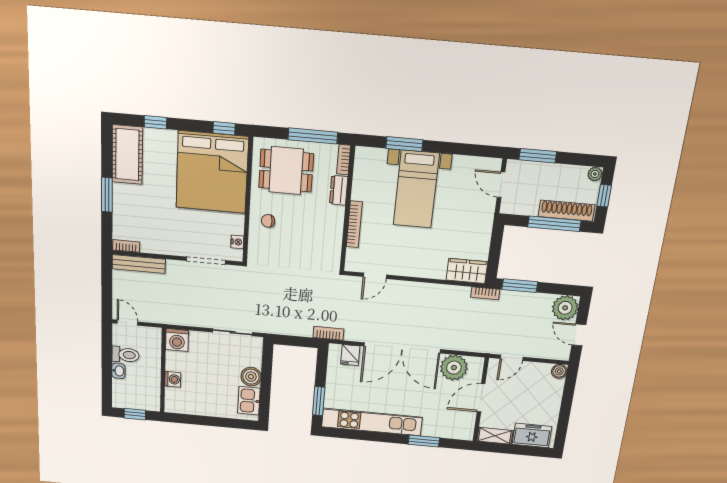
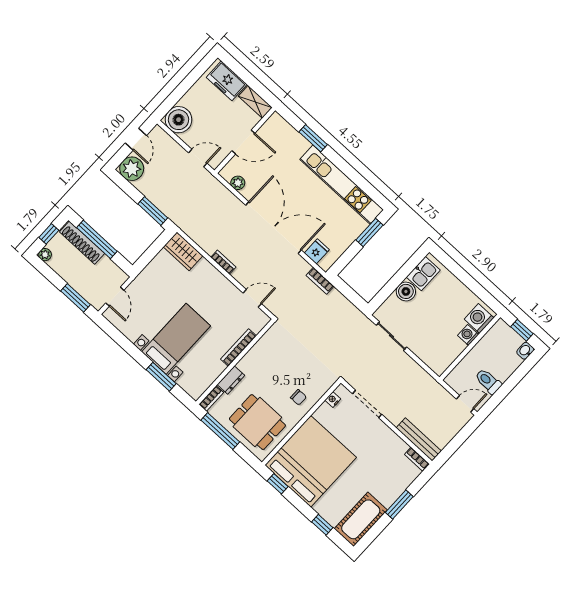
bookcase: (485, 293) -> (223, 262), moved
door: (127, 323) -> (465, 404), swing flipped
washing machine: (177, 340) -> (479, 319), moved, turned -90
plant: (454, 368) -> (238, 183), width x0.53, depth x0.53
washbasin: (118, 371) -> (525, 351), moved
boiler: (559, 371) -> (179, 120), width x1.86, depth x1.86

